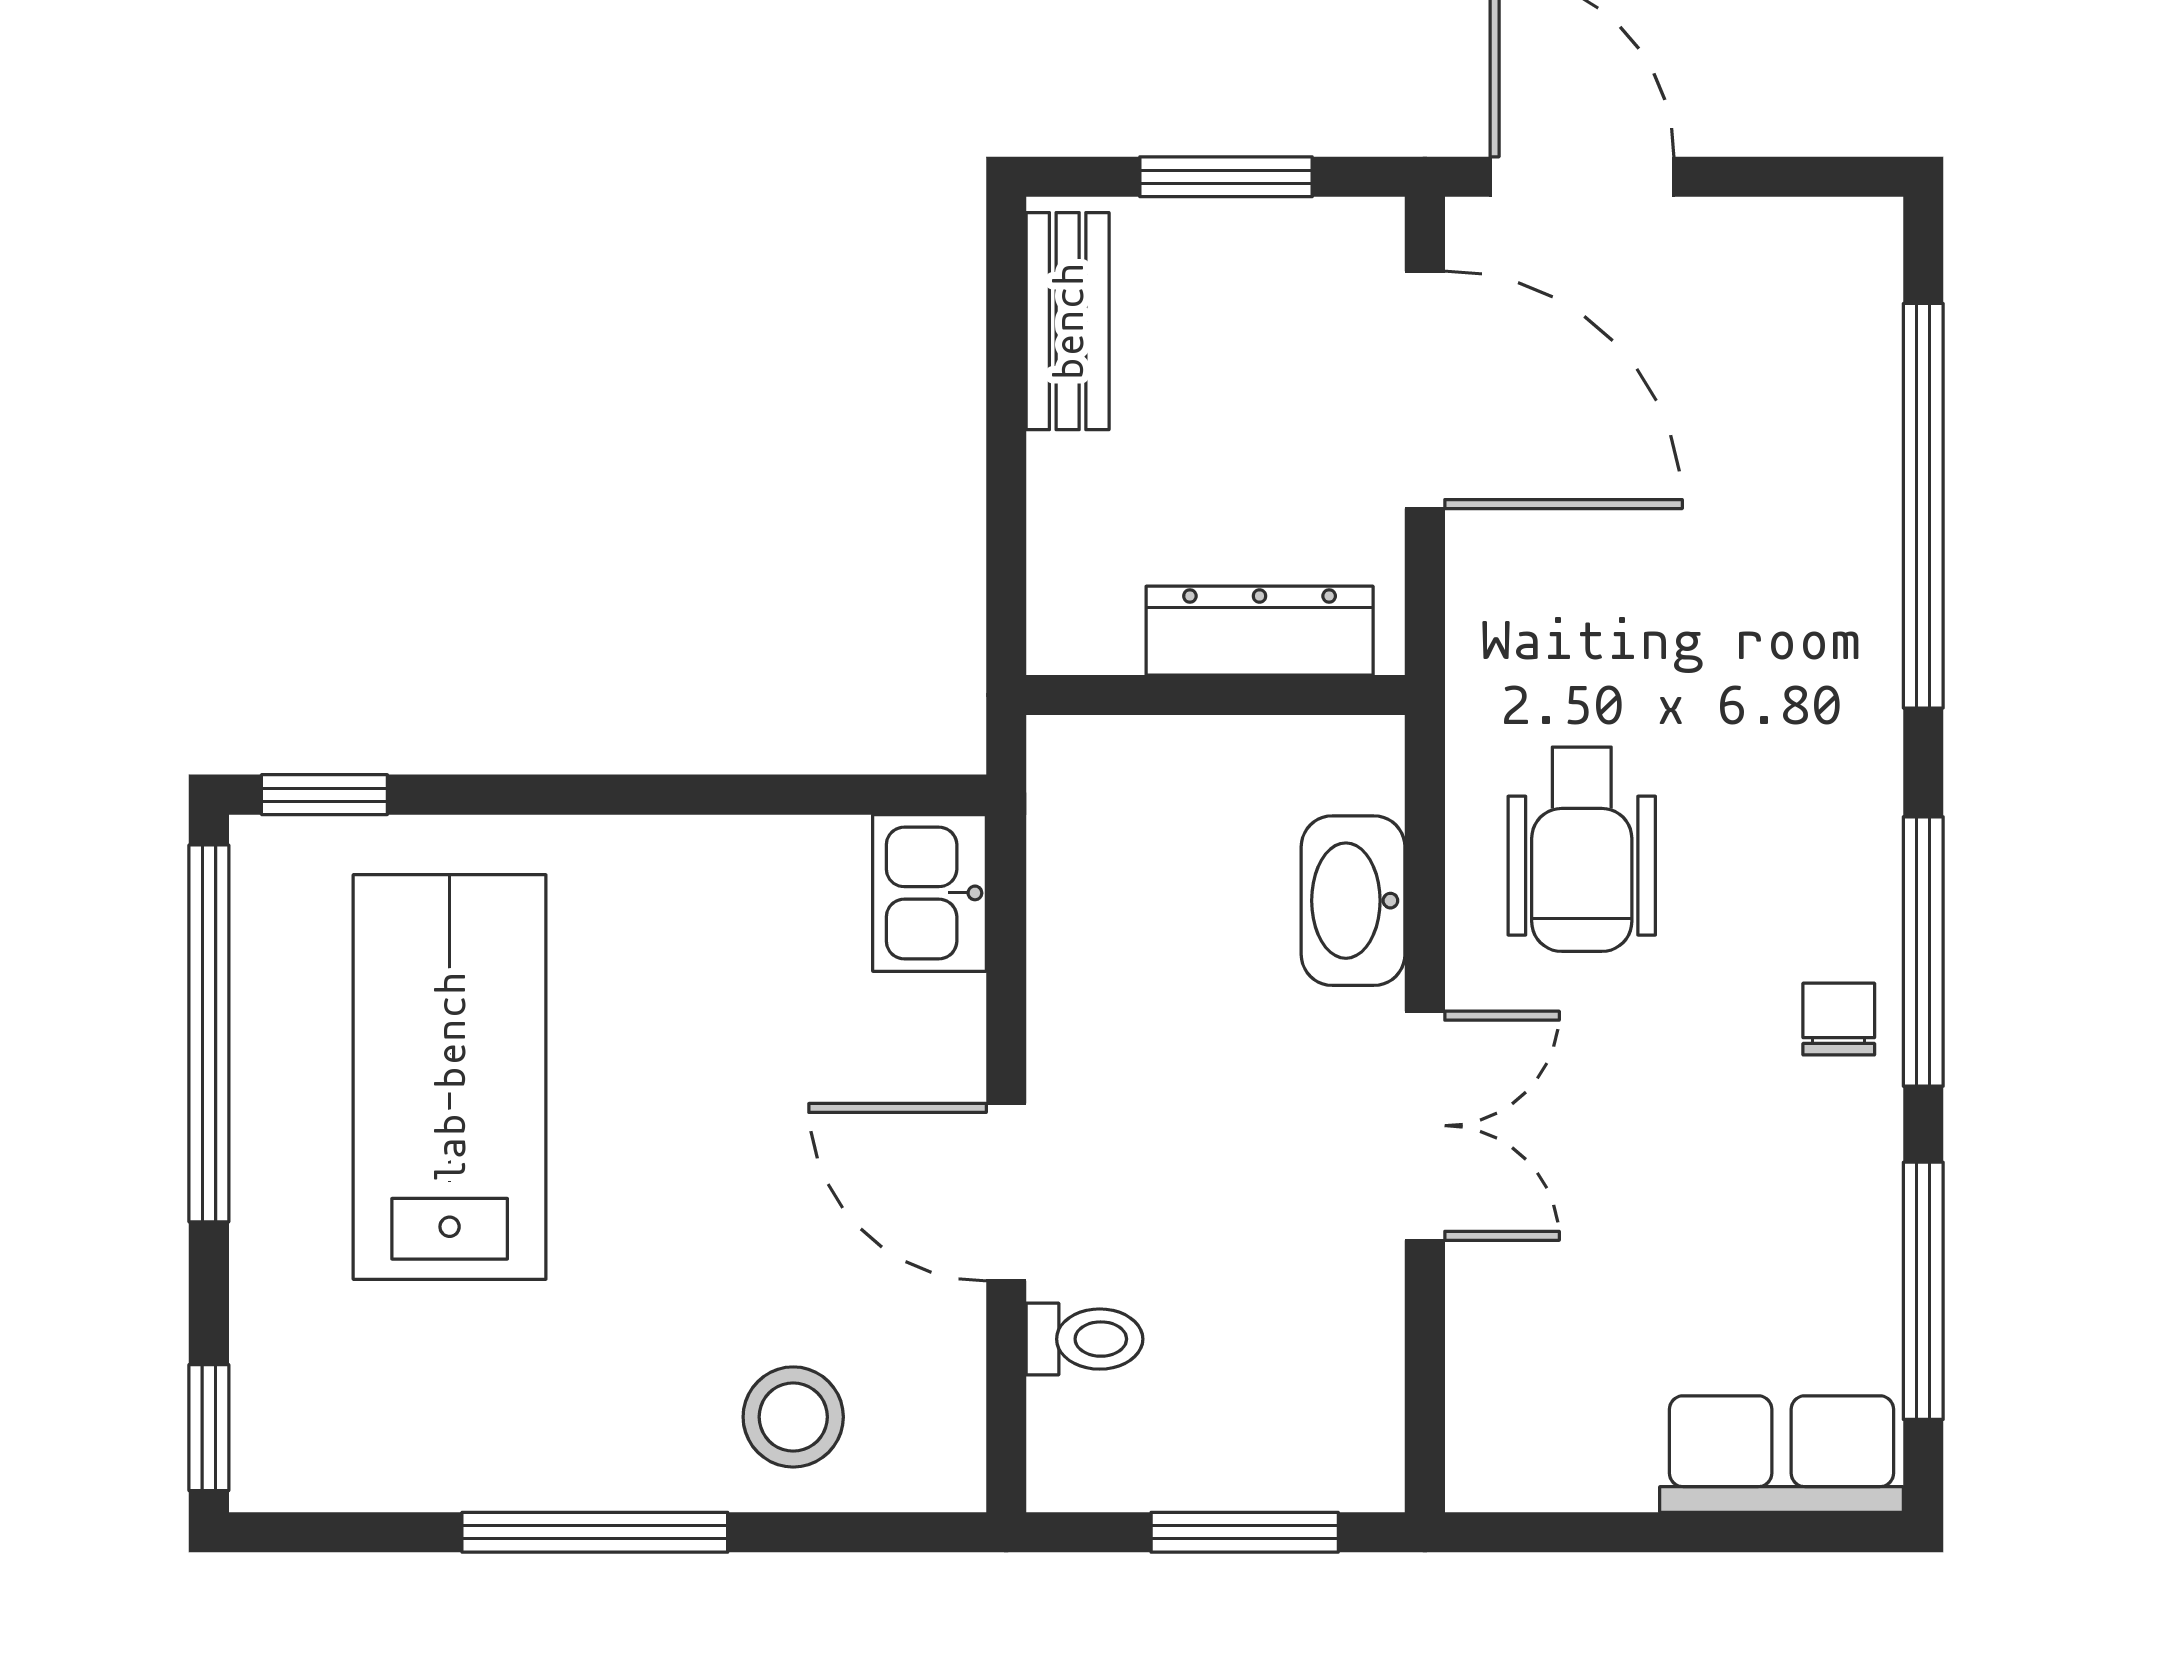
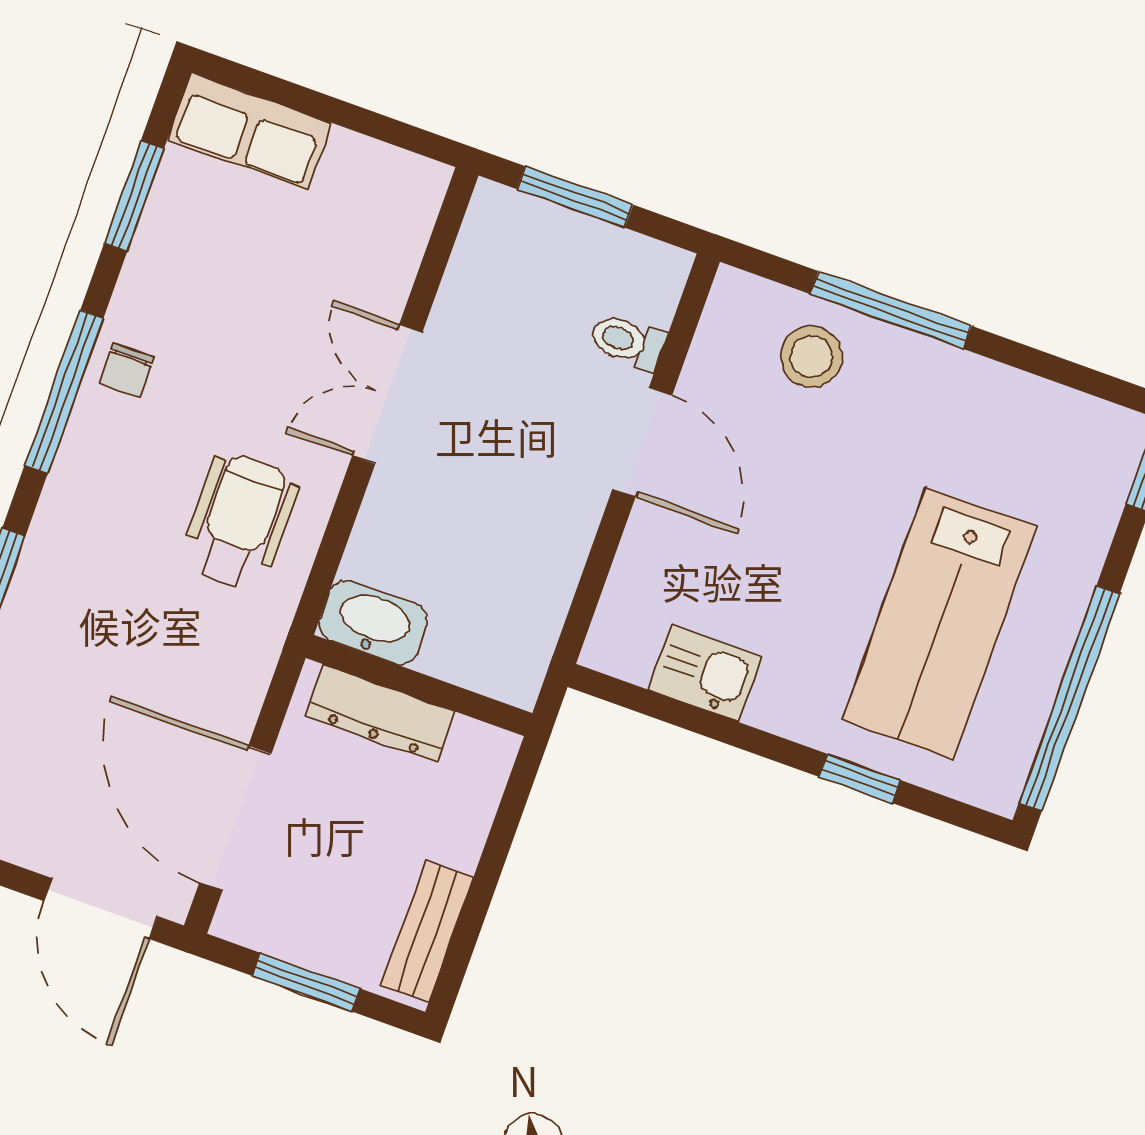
window: (324, 795) -> (860, 778), moved
kitchen sink: (930, 893) -> (705, 673), moved, turned -90
washbasin: (1353, 901) -> (374, 623), moved, turned -90
window: (1923, 1291) -> (134, 196), width x0.69
window: (595, 1532) -> (891, 310), moved

